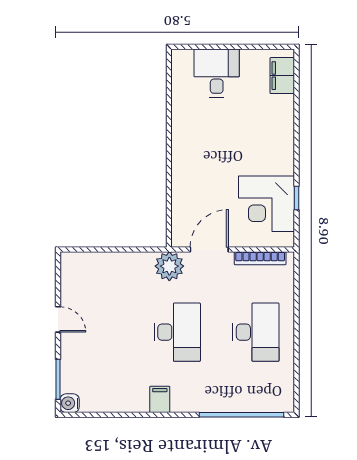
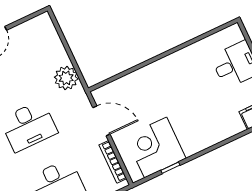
plant: (169, 266) -> (66, 78), moved

